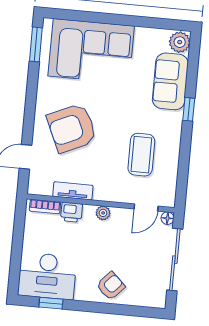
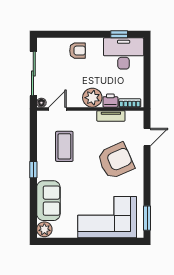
window: (189, 109) -> (33, 170), moved
plant: (103, 213) -> (92, 98), width x1.87, depth x1.87
armchair: (111, 286) -> (78, 51), turned -133

